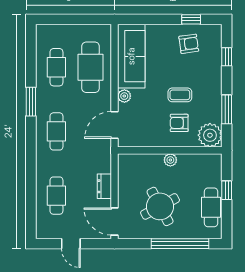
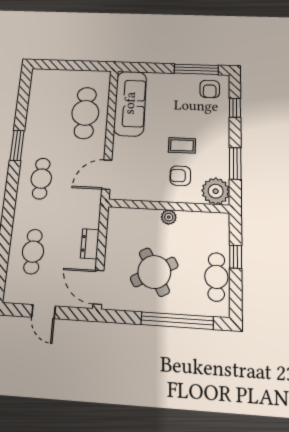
window: (191, 19) -> (196, 69), width x2.17
armchair: (189, 44) -> (210, 89), moved, turned 98
cafe table: (56, 67) -> (49, 111), removed
plant: (124, 96) -> (120, 144), removed

